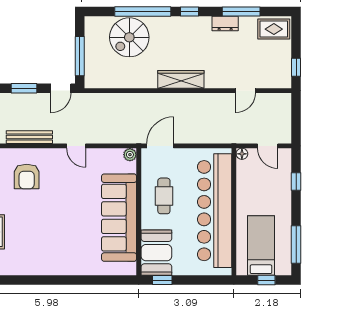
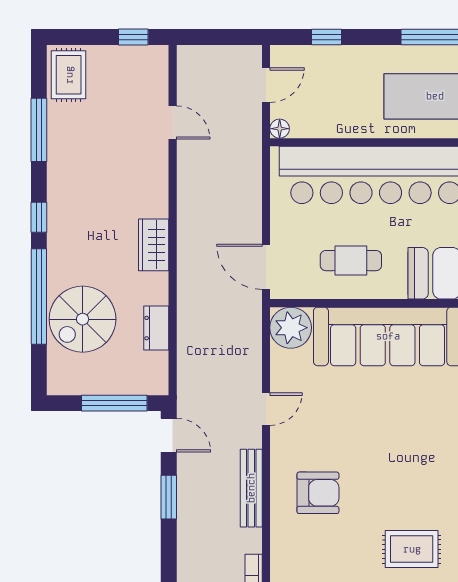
dresser: (225, 24) -> (156, 328), moved, turned 180
spiral stairs: (129, 37) -> (83, 319), turned 90
wardrobe: (181, 79) -> (154, 245), width x0.67
plant: (130, 155) -> (291, 328), width x1.88, depth x1.88

